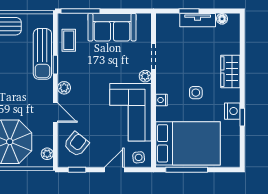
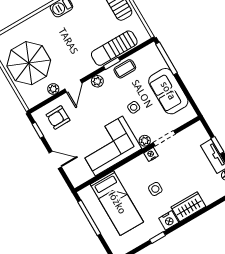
coffee table: (69, 40) -> (125, 69), moved
nightstand: (161, 100) -> (151, 154), moved
nightstand: (232, 111) -> (169, 220), moved
bed: (188, 143) -> (117, 203), width x0.67
armchair: (76, 144) -> (58, 118), turned 140
plant: (47, 154) -> (53, 89), moved
side table: (139, 157) -> (134, 107), moved

